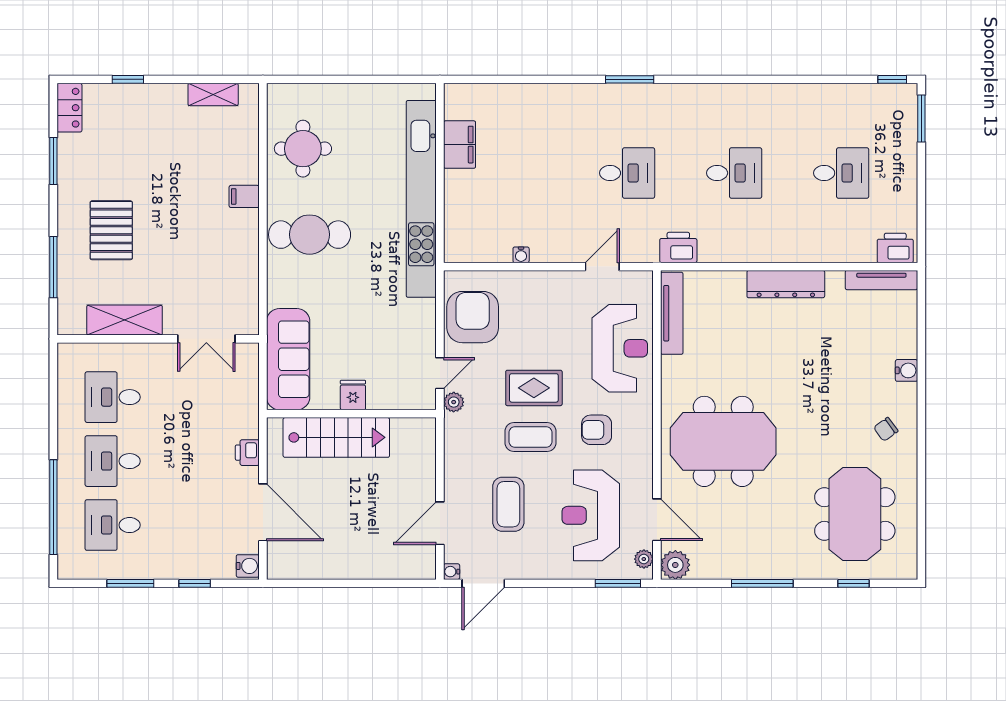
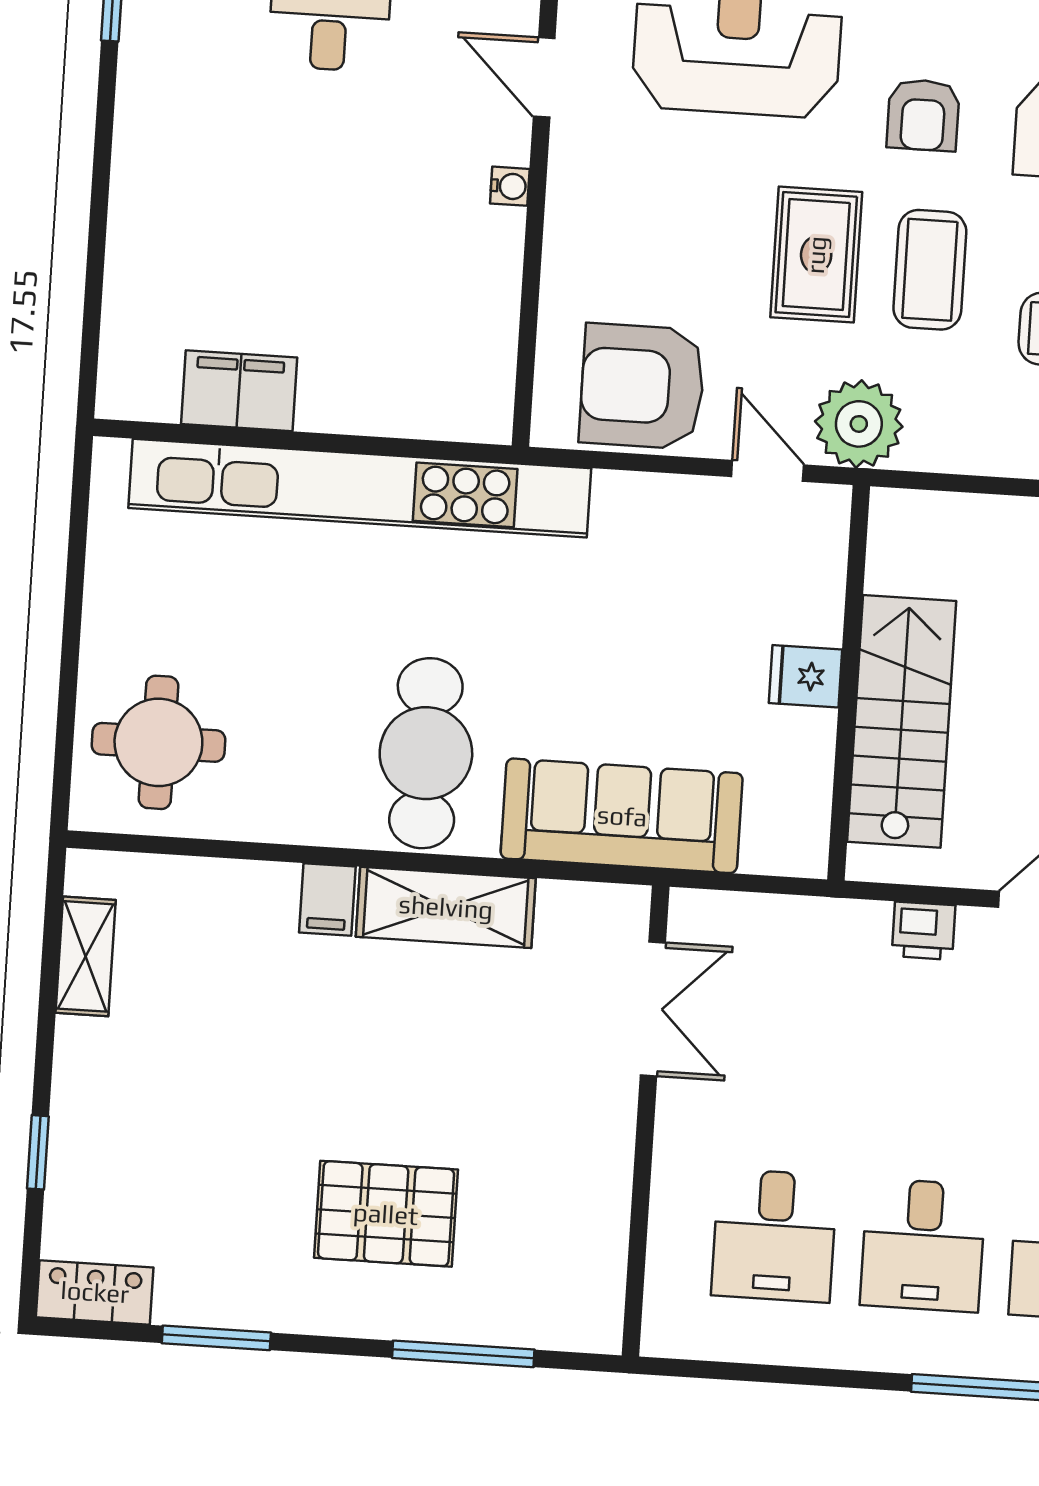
round table: (303, 149) -> (158, 742), moved
water cooler: (521, 255) -> (510, 186), moved
shelving: (125, 320) -> (446, 907), moved, turned 90
sofa: (288, 359) -> (622, 816), moved
plant: (454, 402) -> (859, 424), width x1.87, depth x1.87

